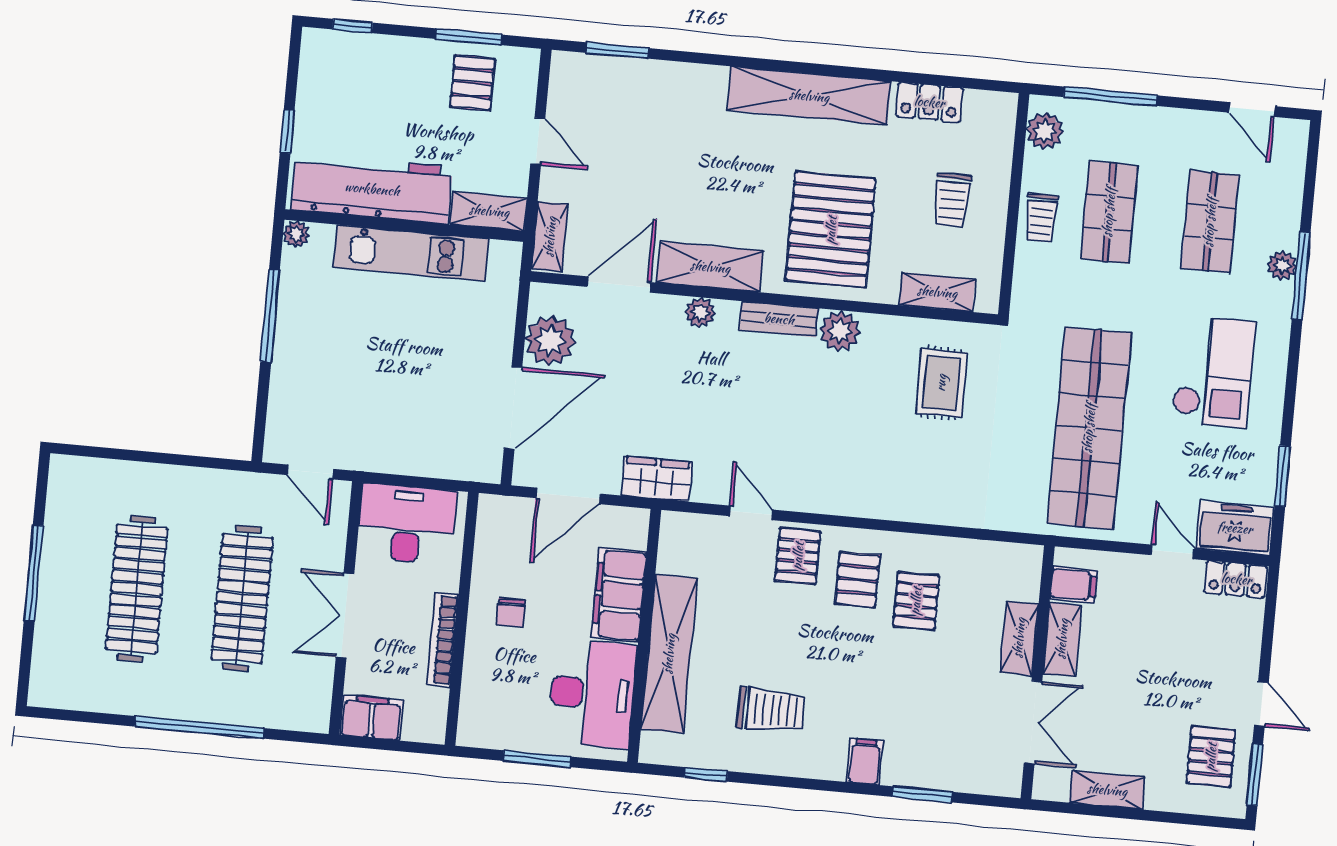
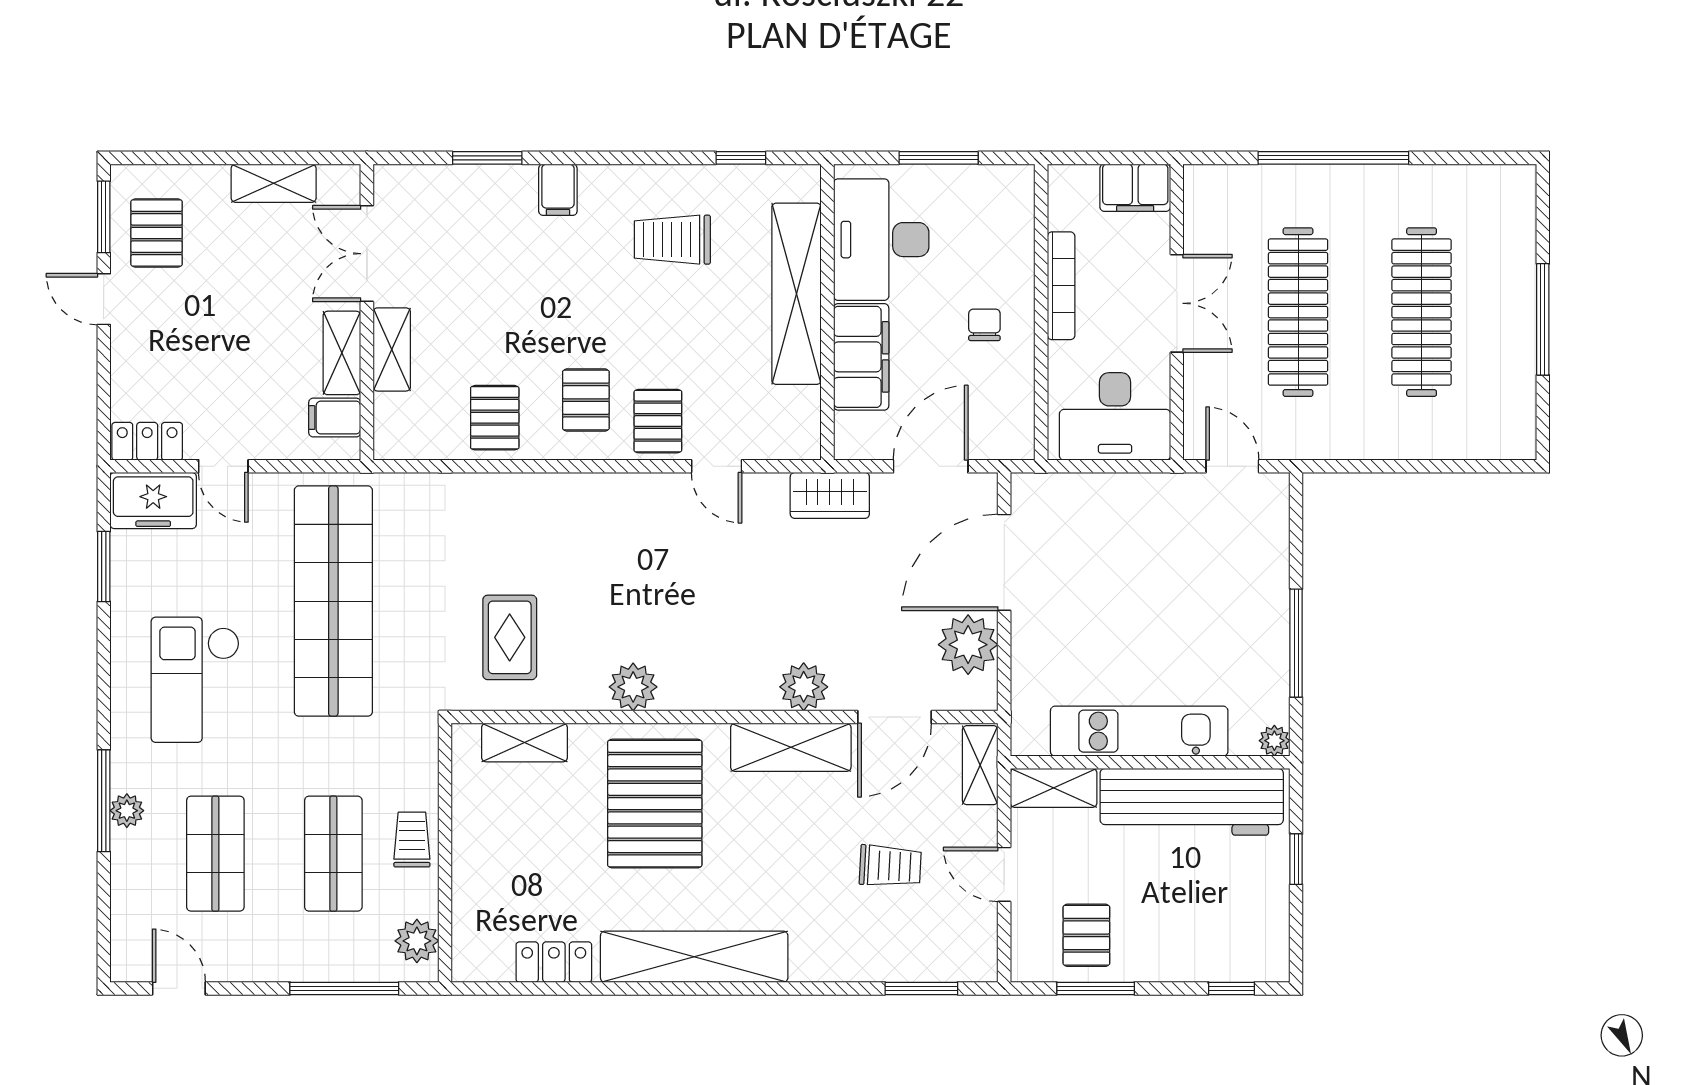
trolley: (952, 201) -> (890, 866), moved, turned 93
plant: (700, 312) -> (804, 687), width x1.38, depth x1.38
bench: (779, 319) -> (705, 694), removed
pallet: (916, 601) -> (495, 418), moved

